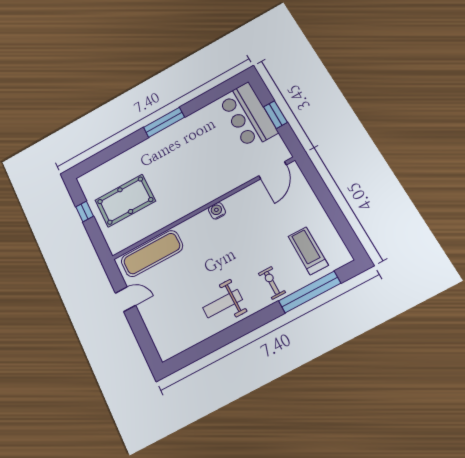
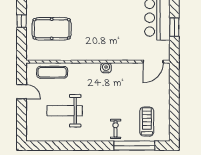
exercise mat: (152, 254) -> (52, 72), width x0.73, depth x0.69
weight bench: (223, 304) -> (65, 111), moved, width x1.36, depth x1.33

